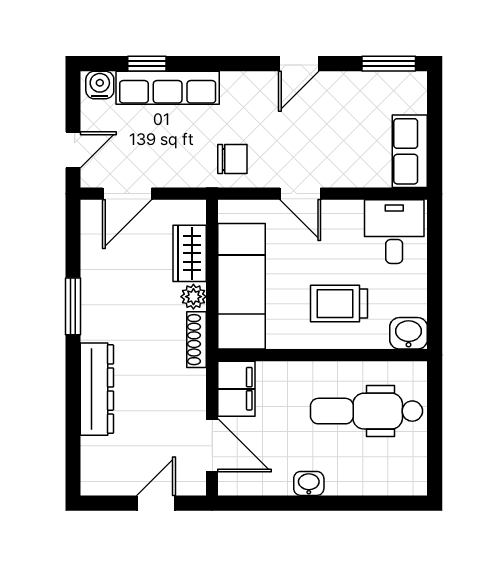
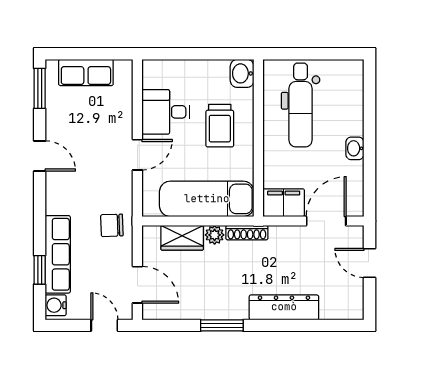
row of seats: (410, 151) -> (86, 72), moved
chair: (232, 159) -> (112, 225), moved, turned -92
desk: (394, 232) -> (166, 112), moved

